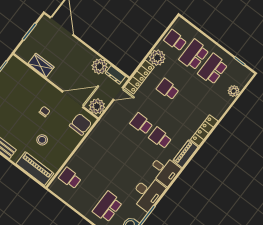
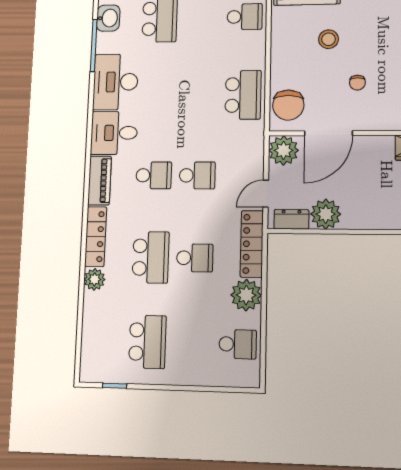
school desk: (194, 55) -> (151, 257), moved
plant: (234, 91) -> (94, 279), moved
school desk: (96, 144) -> (243, 95), added

